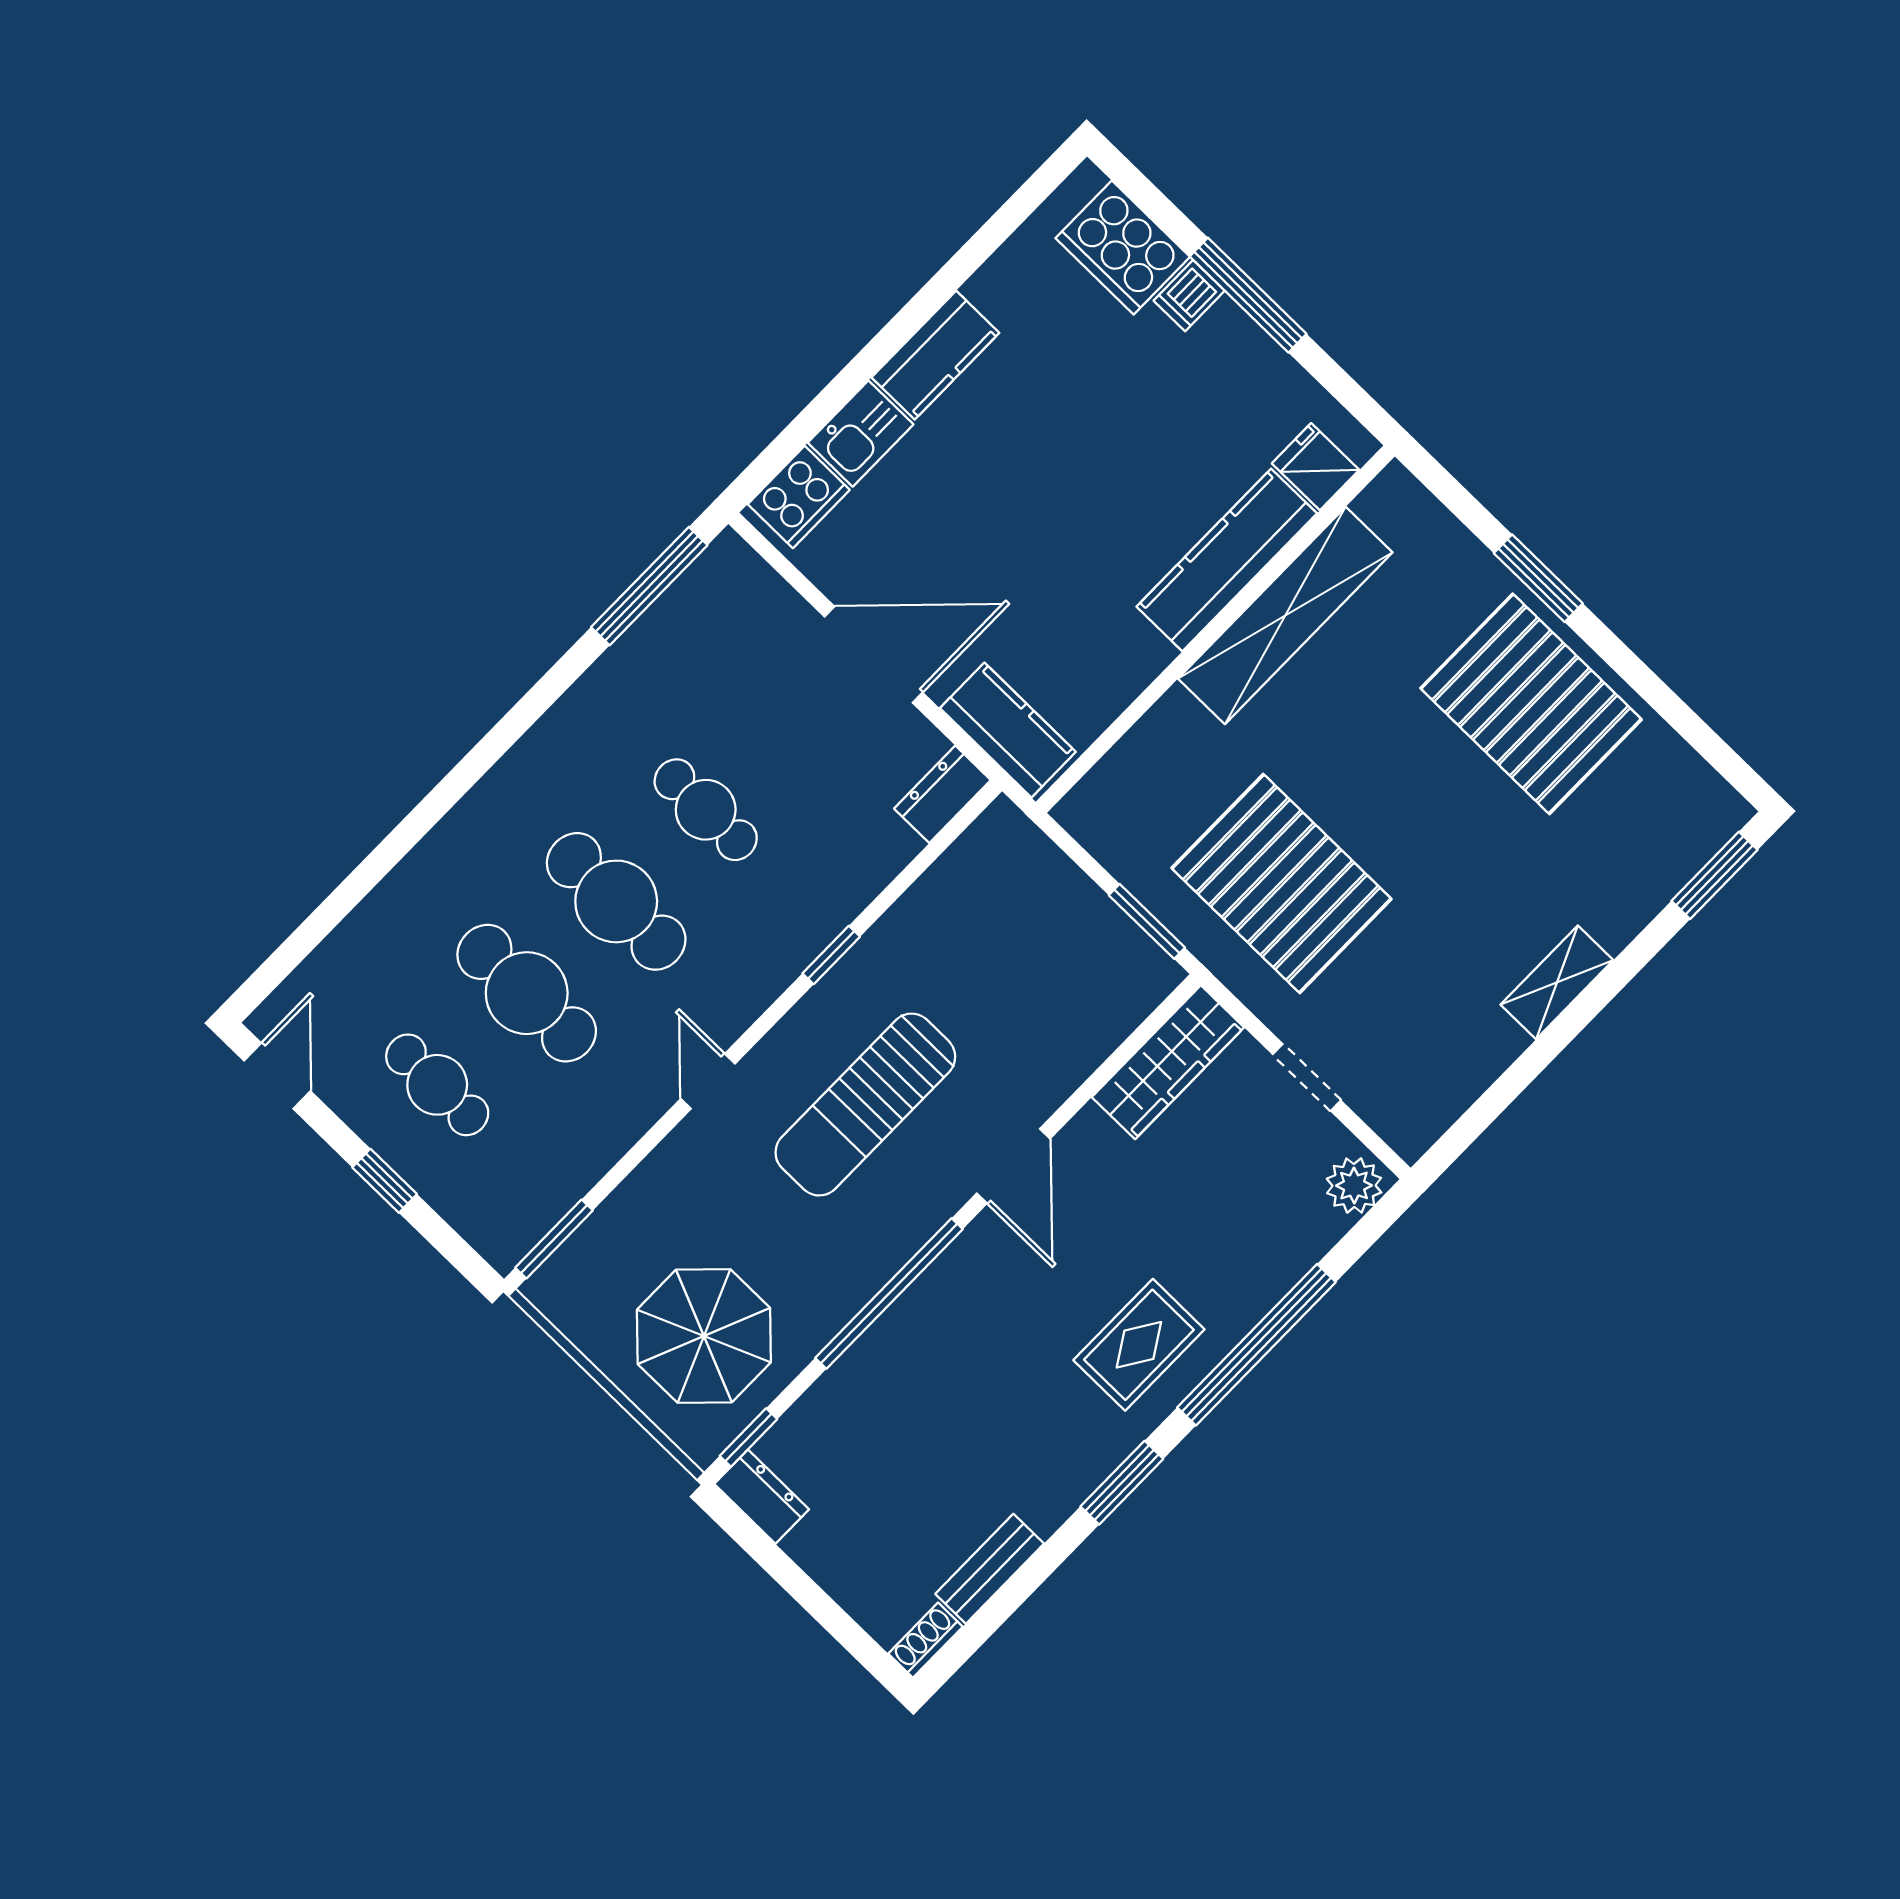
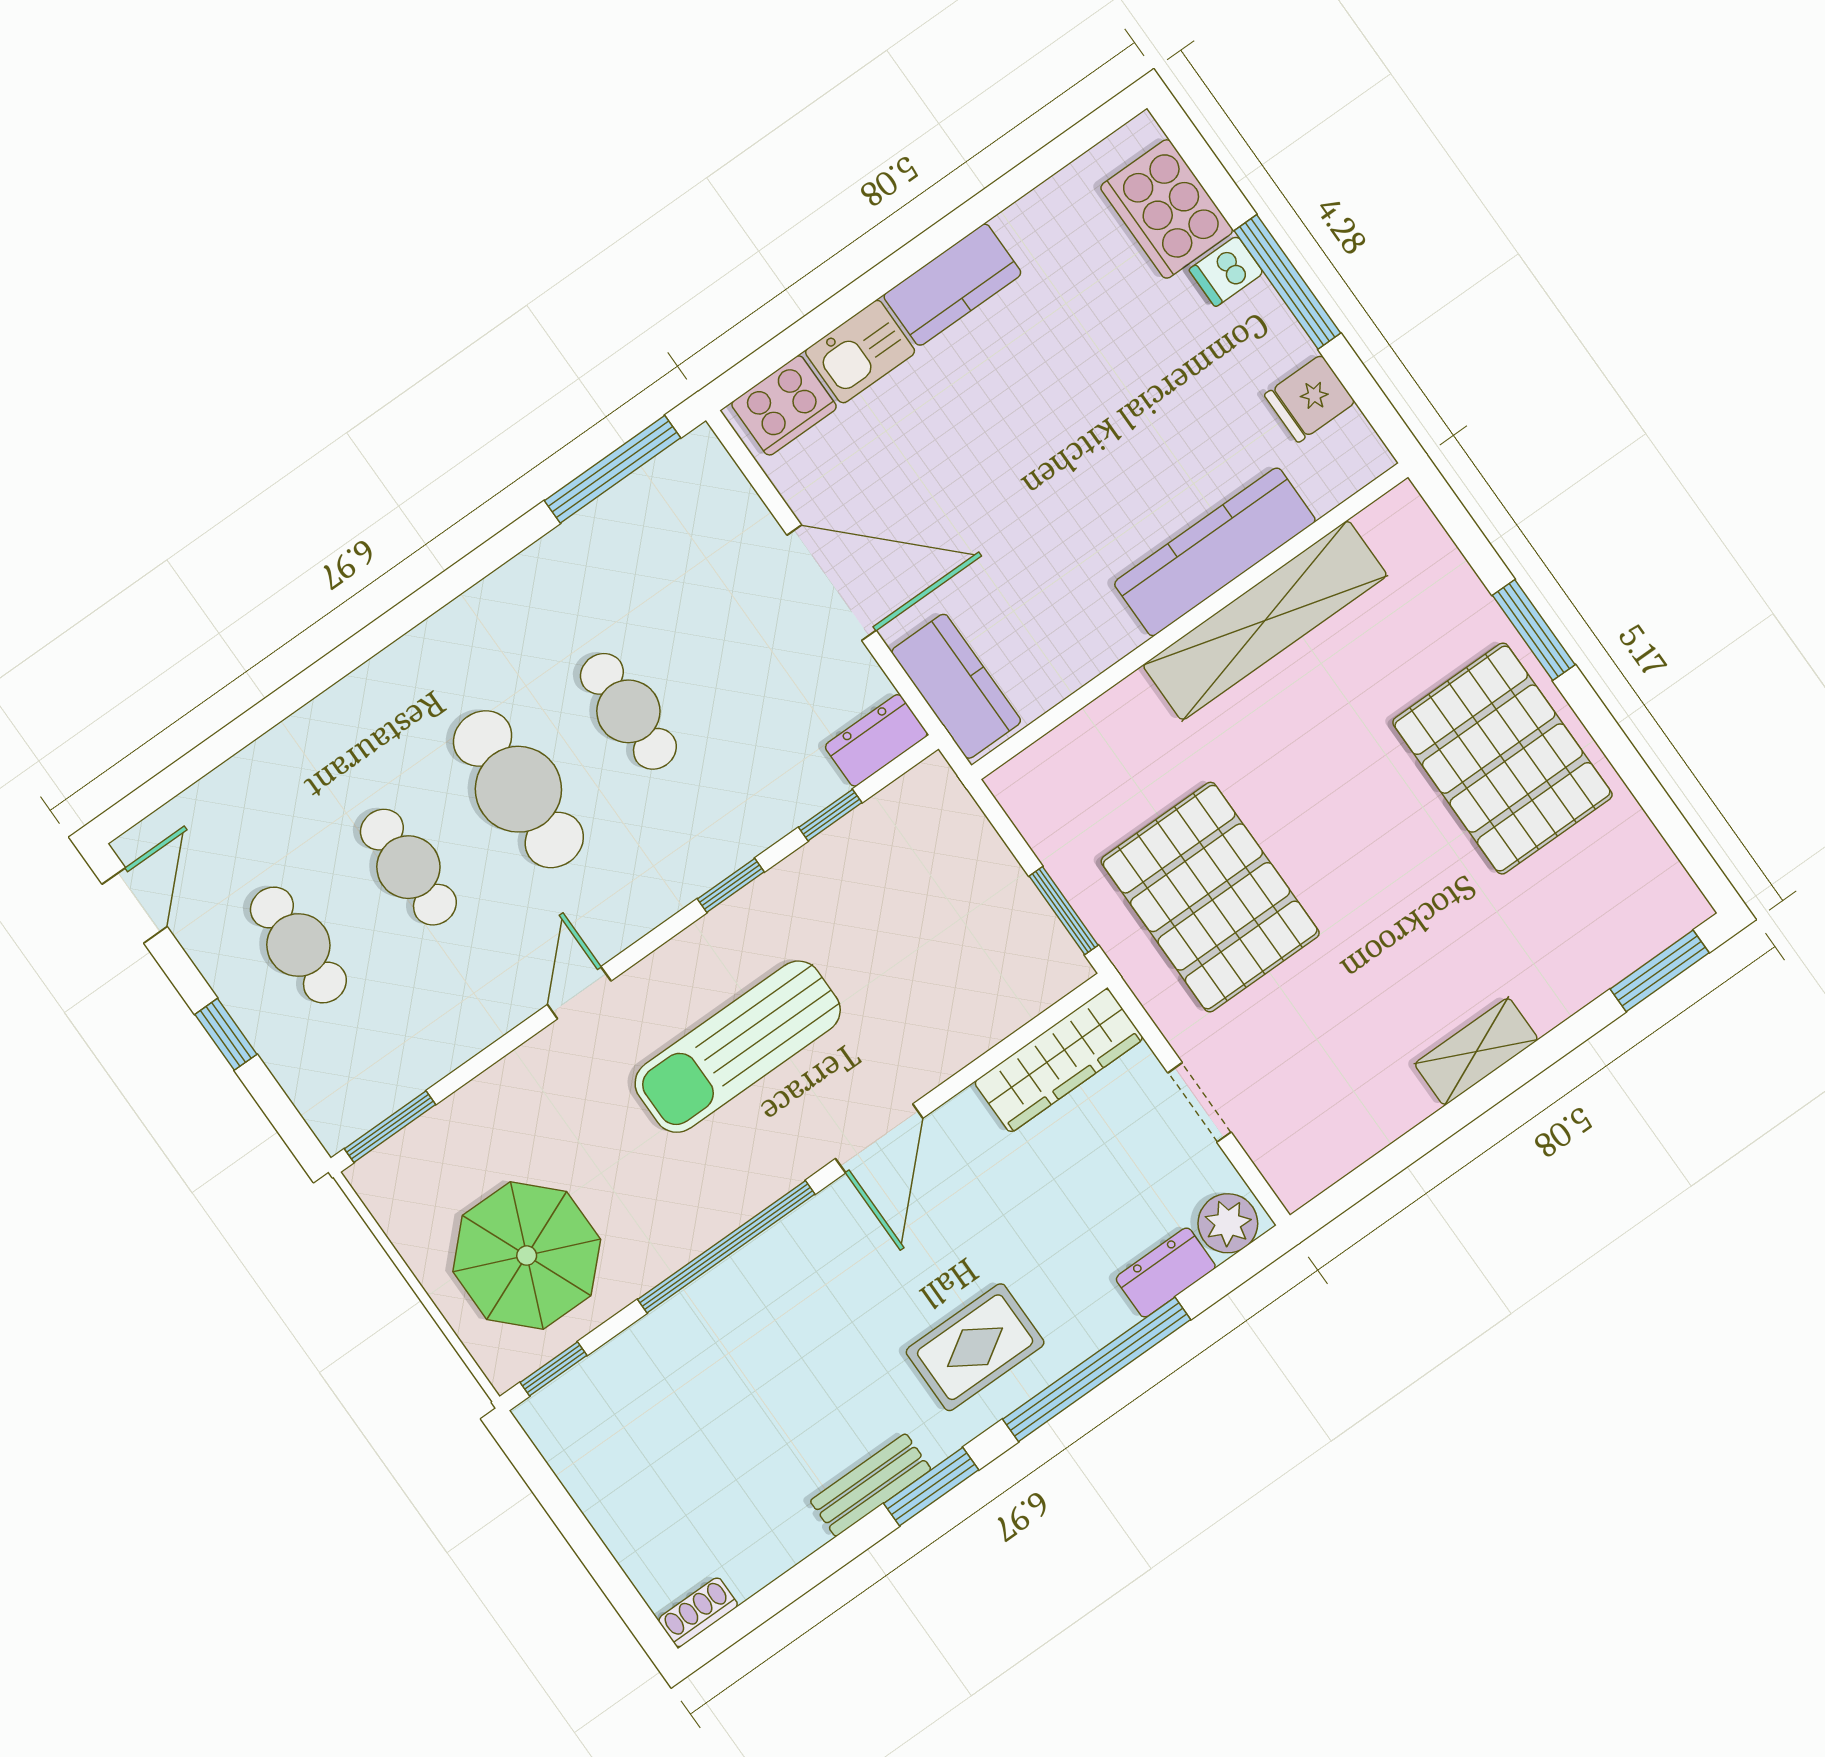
fridge: (1316, 467) -> (1310, 399), moved, turned -90
window: (912, 872) -> (830, 815), added
cafe table: (527, 993) -> (408, 867), width x0.73, depth x0.74
dresser: (762, 1497) -> (1166, 1273), moved, turned -90
bench: (990, 1569) -> (871, 1485), moved

